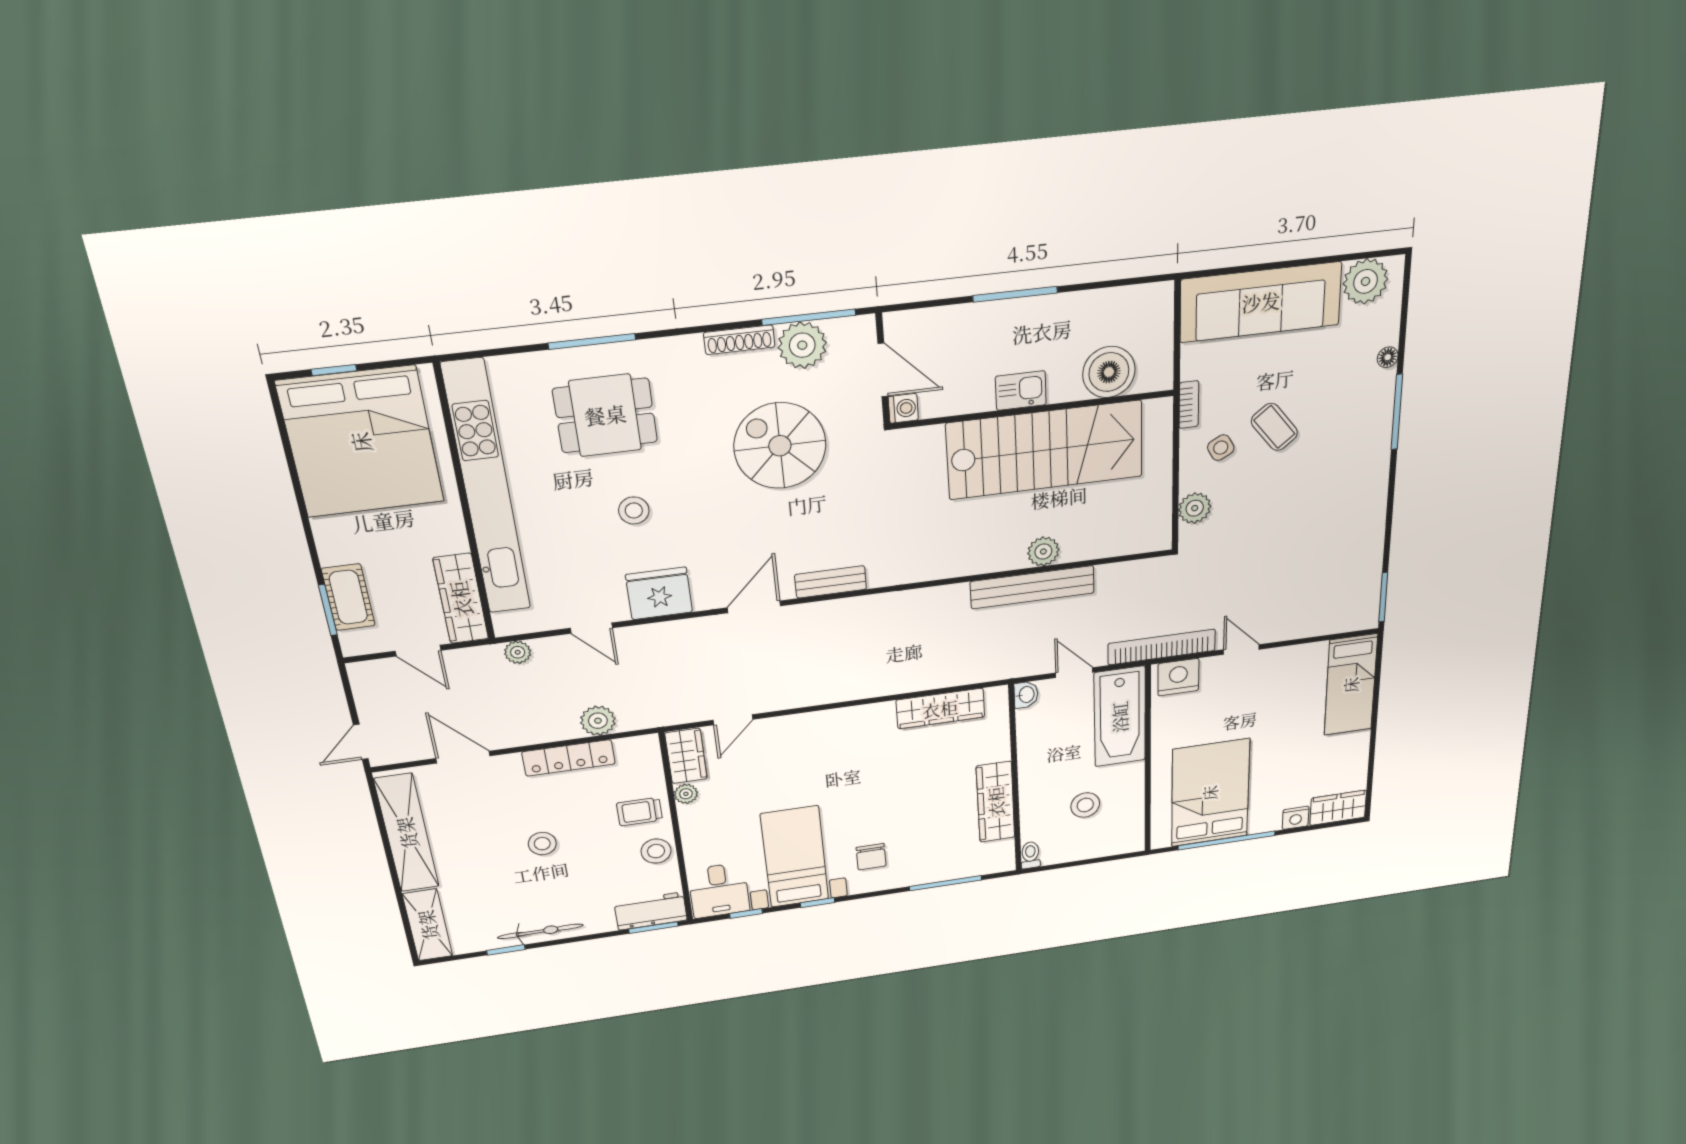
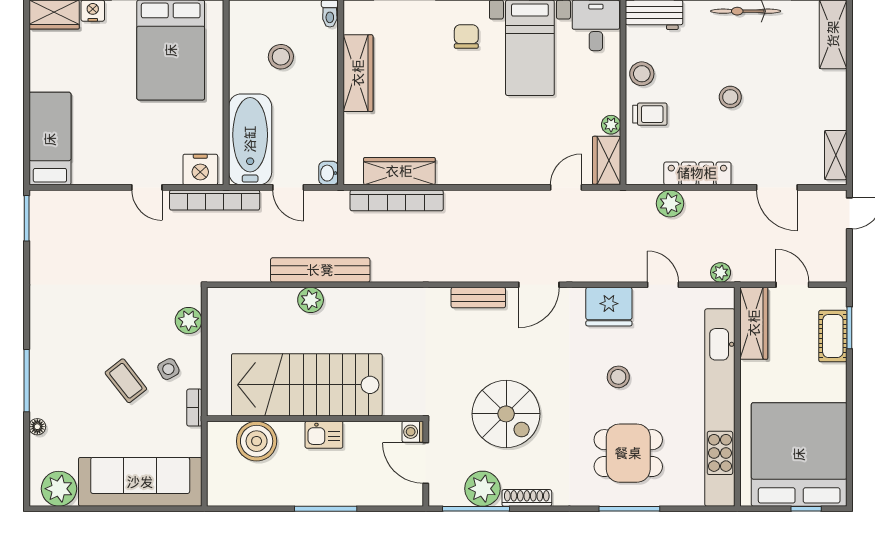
bookcase: (942, 677) -> (397, 200), added
shelving: (407, 833) -> (836, 155), width x0.45, depth x0.75

